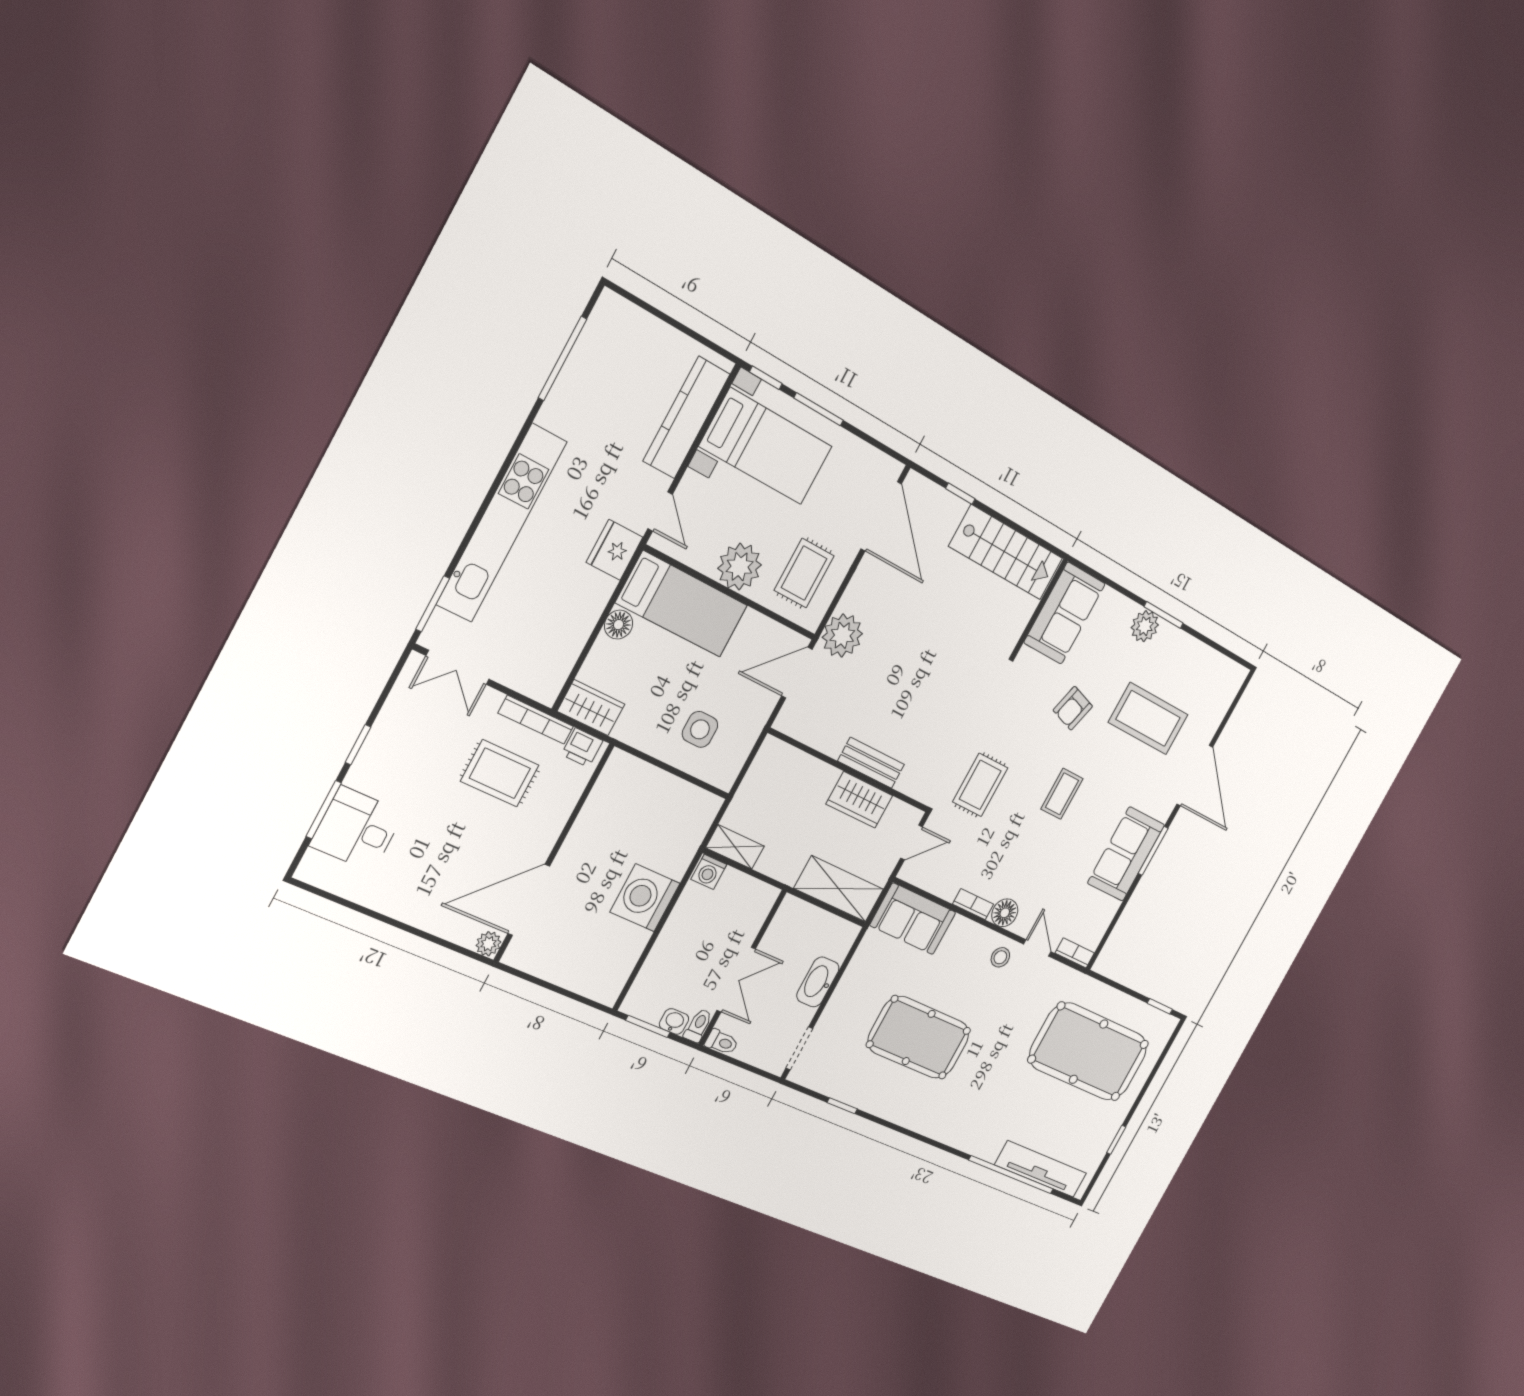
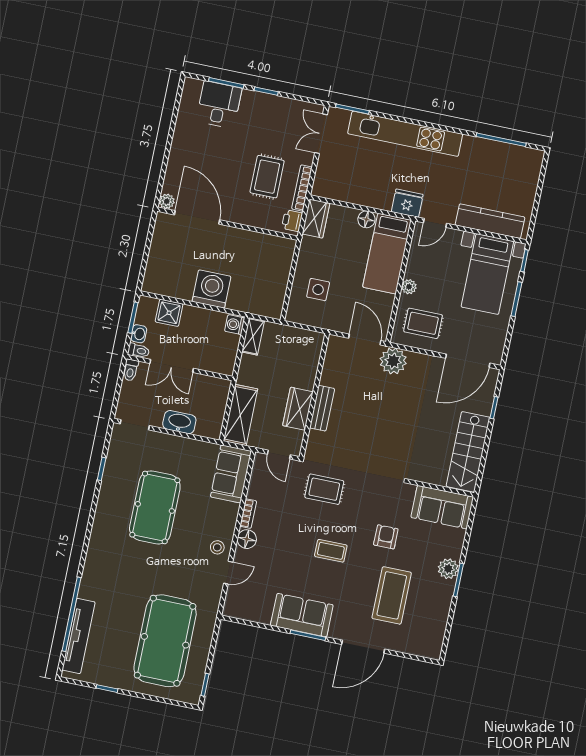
plant: (740, 567) -> (409, 287), width x0.53, depth x0.53
armchair: (1073, 708) -> (386, 537), turned 74
bookcase: (1075, 953) -> (230, 603), removed
shower: (659, 970) -> (169, 313), added

